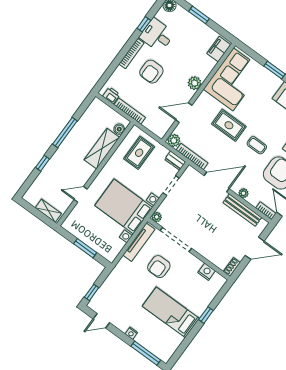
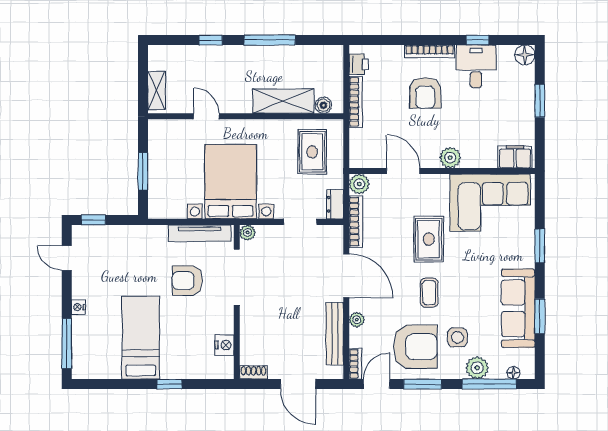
armchair: (151, 72) -> (425, 93), turned -90
rug: (139, 153) -> (312, 152), turned 90

